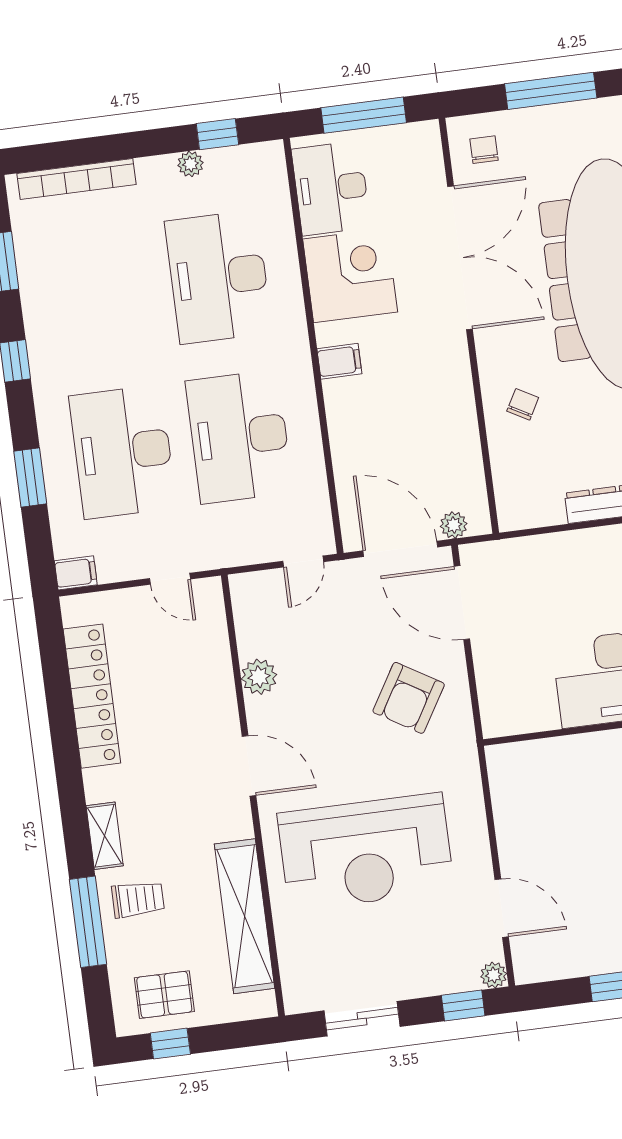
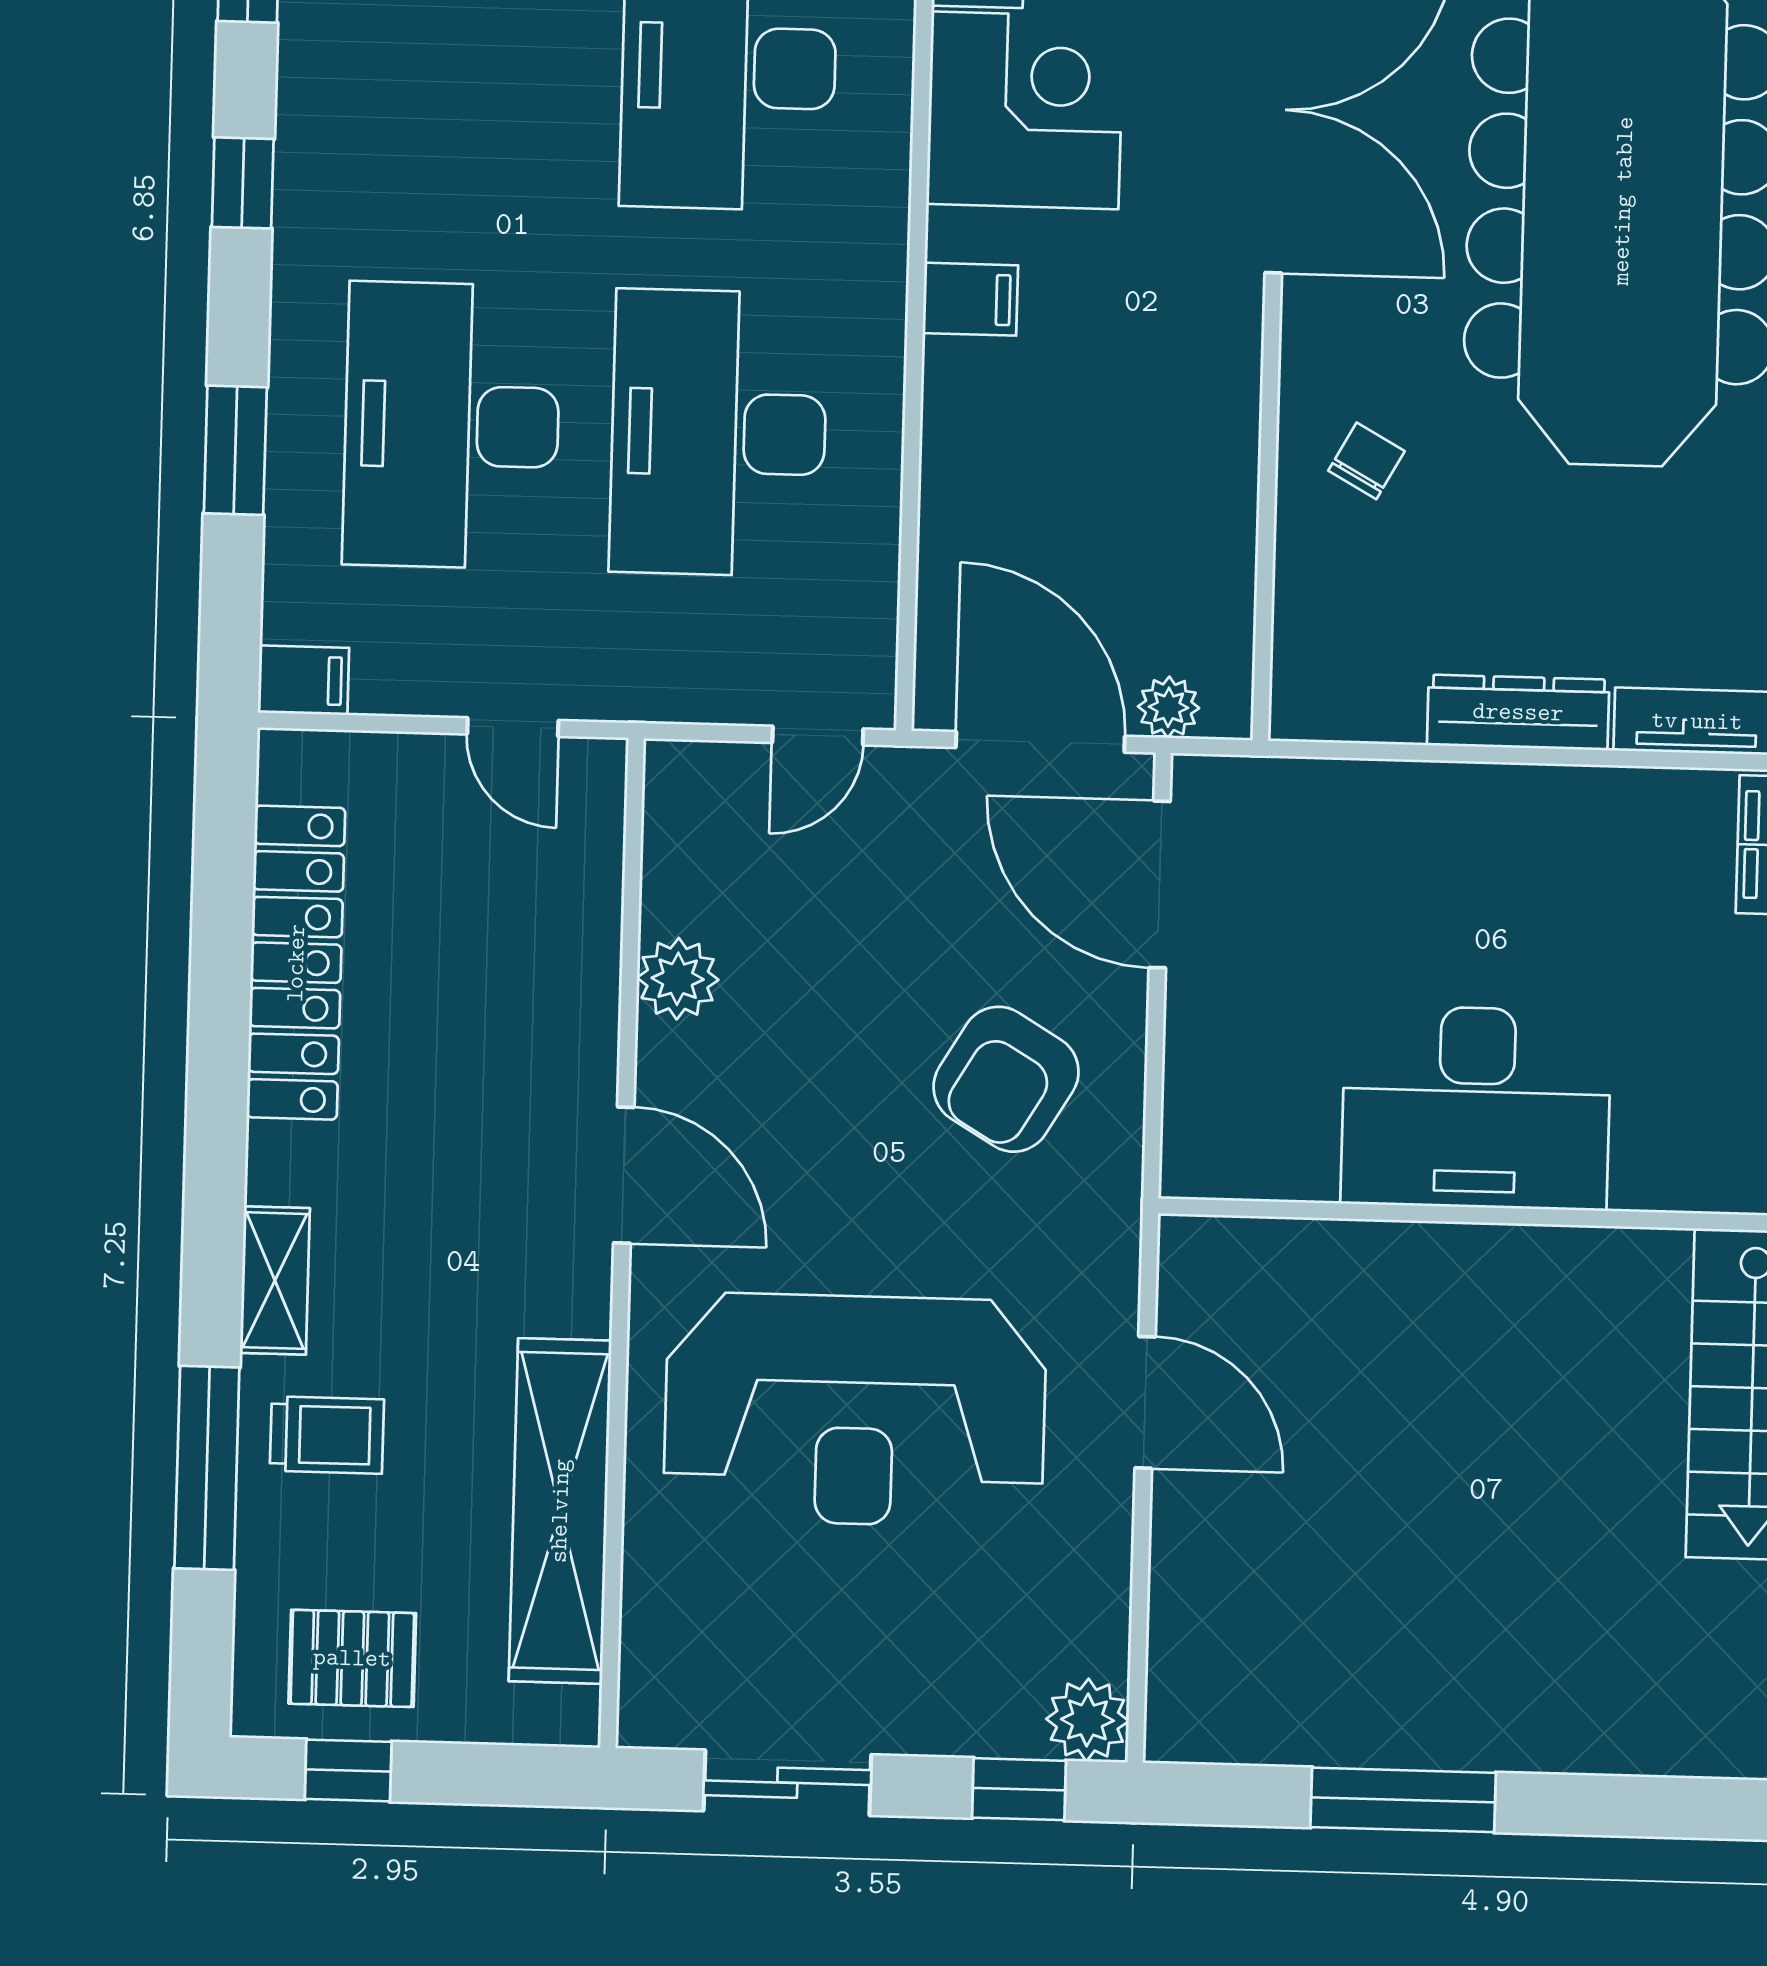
door: (502, 908) -> (1145, 1402), moved
plant: (494, 975) -> (1087, 1720), width x1.38, depth x1.38

